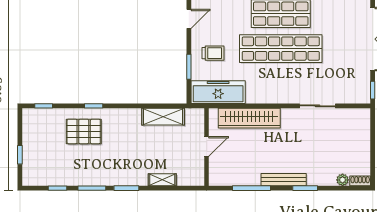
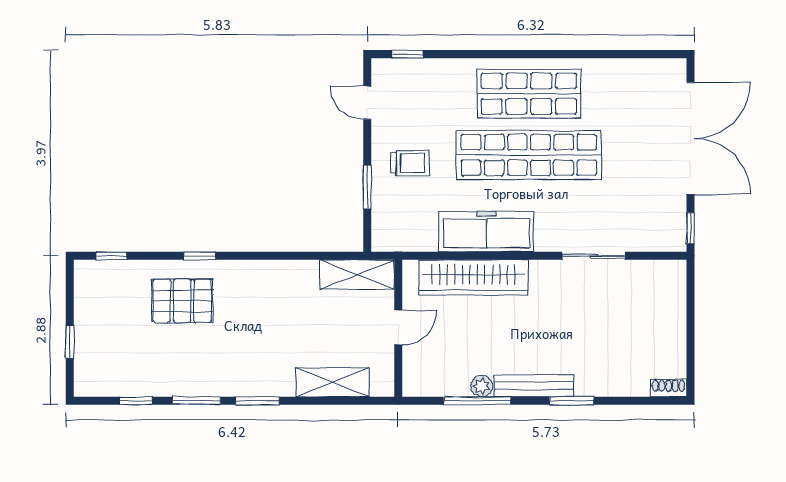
door: (189, 19) -> (367, 103), swing flipped
freezer: (218, 92) -> (486, 232), moved
shelving: (163, 117) -> (357, 275), moved
shelving: (162, 180) -> (332, 382), width x1.50, depth x1.33
plant: (343, 180) -> (482, 386), moved

